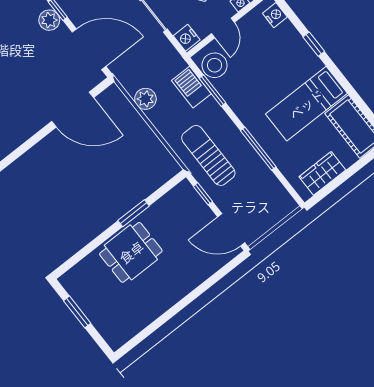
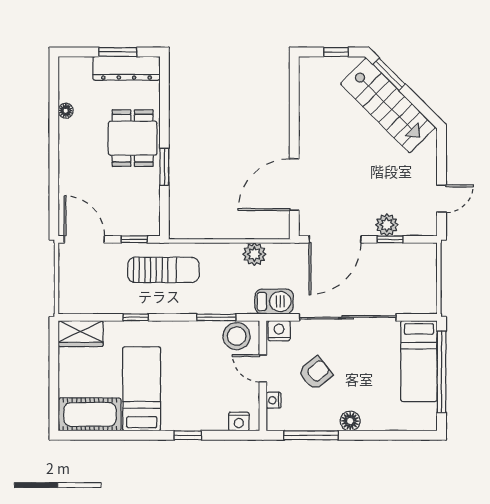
barbecue: (191, 87) -> (274, 301), moved
window: (258, 149) -> (136, 317), width x0.46
wardrobe: (322, 173) -> (81, 334), moved, turned 90
door: (231, 230) -> (84, 239), hinge flipped
dresser: (84, 296) -> (126, 68), added
floor lamp: (149, 316) -> (66, 111), added

